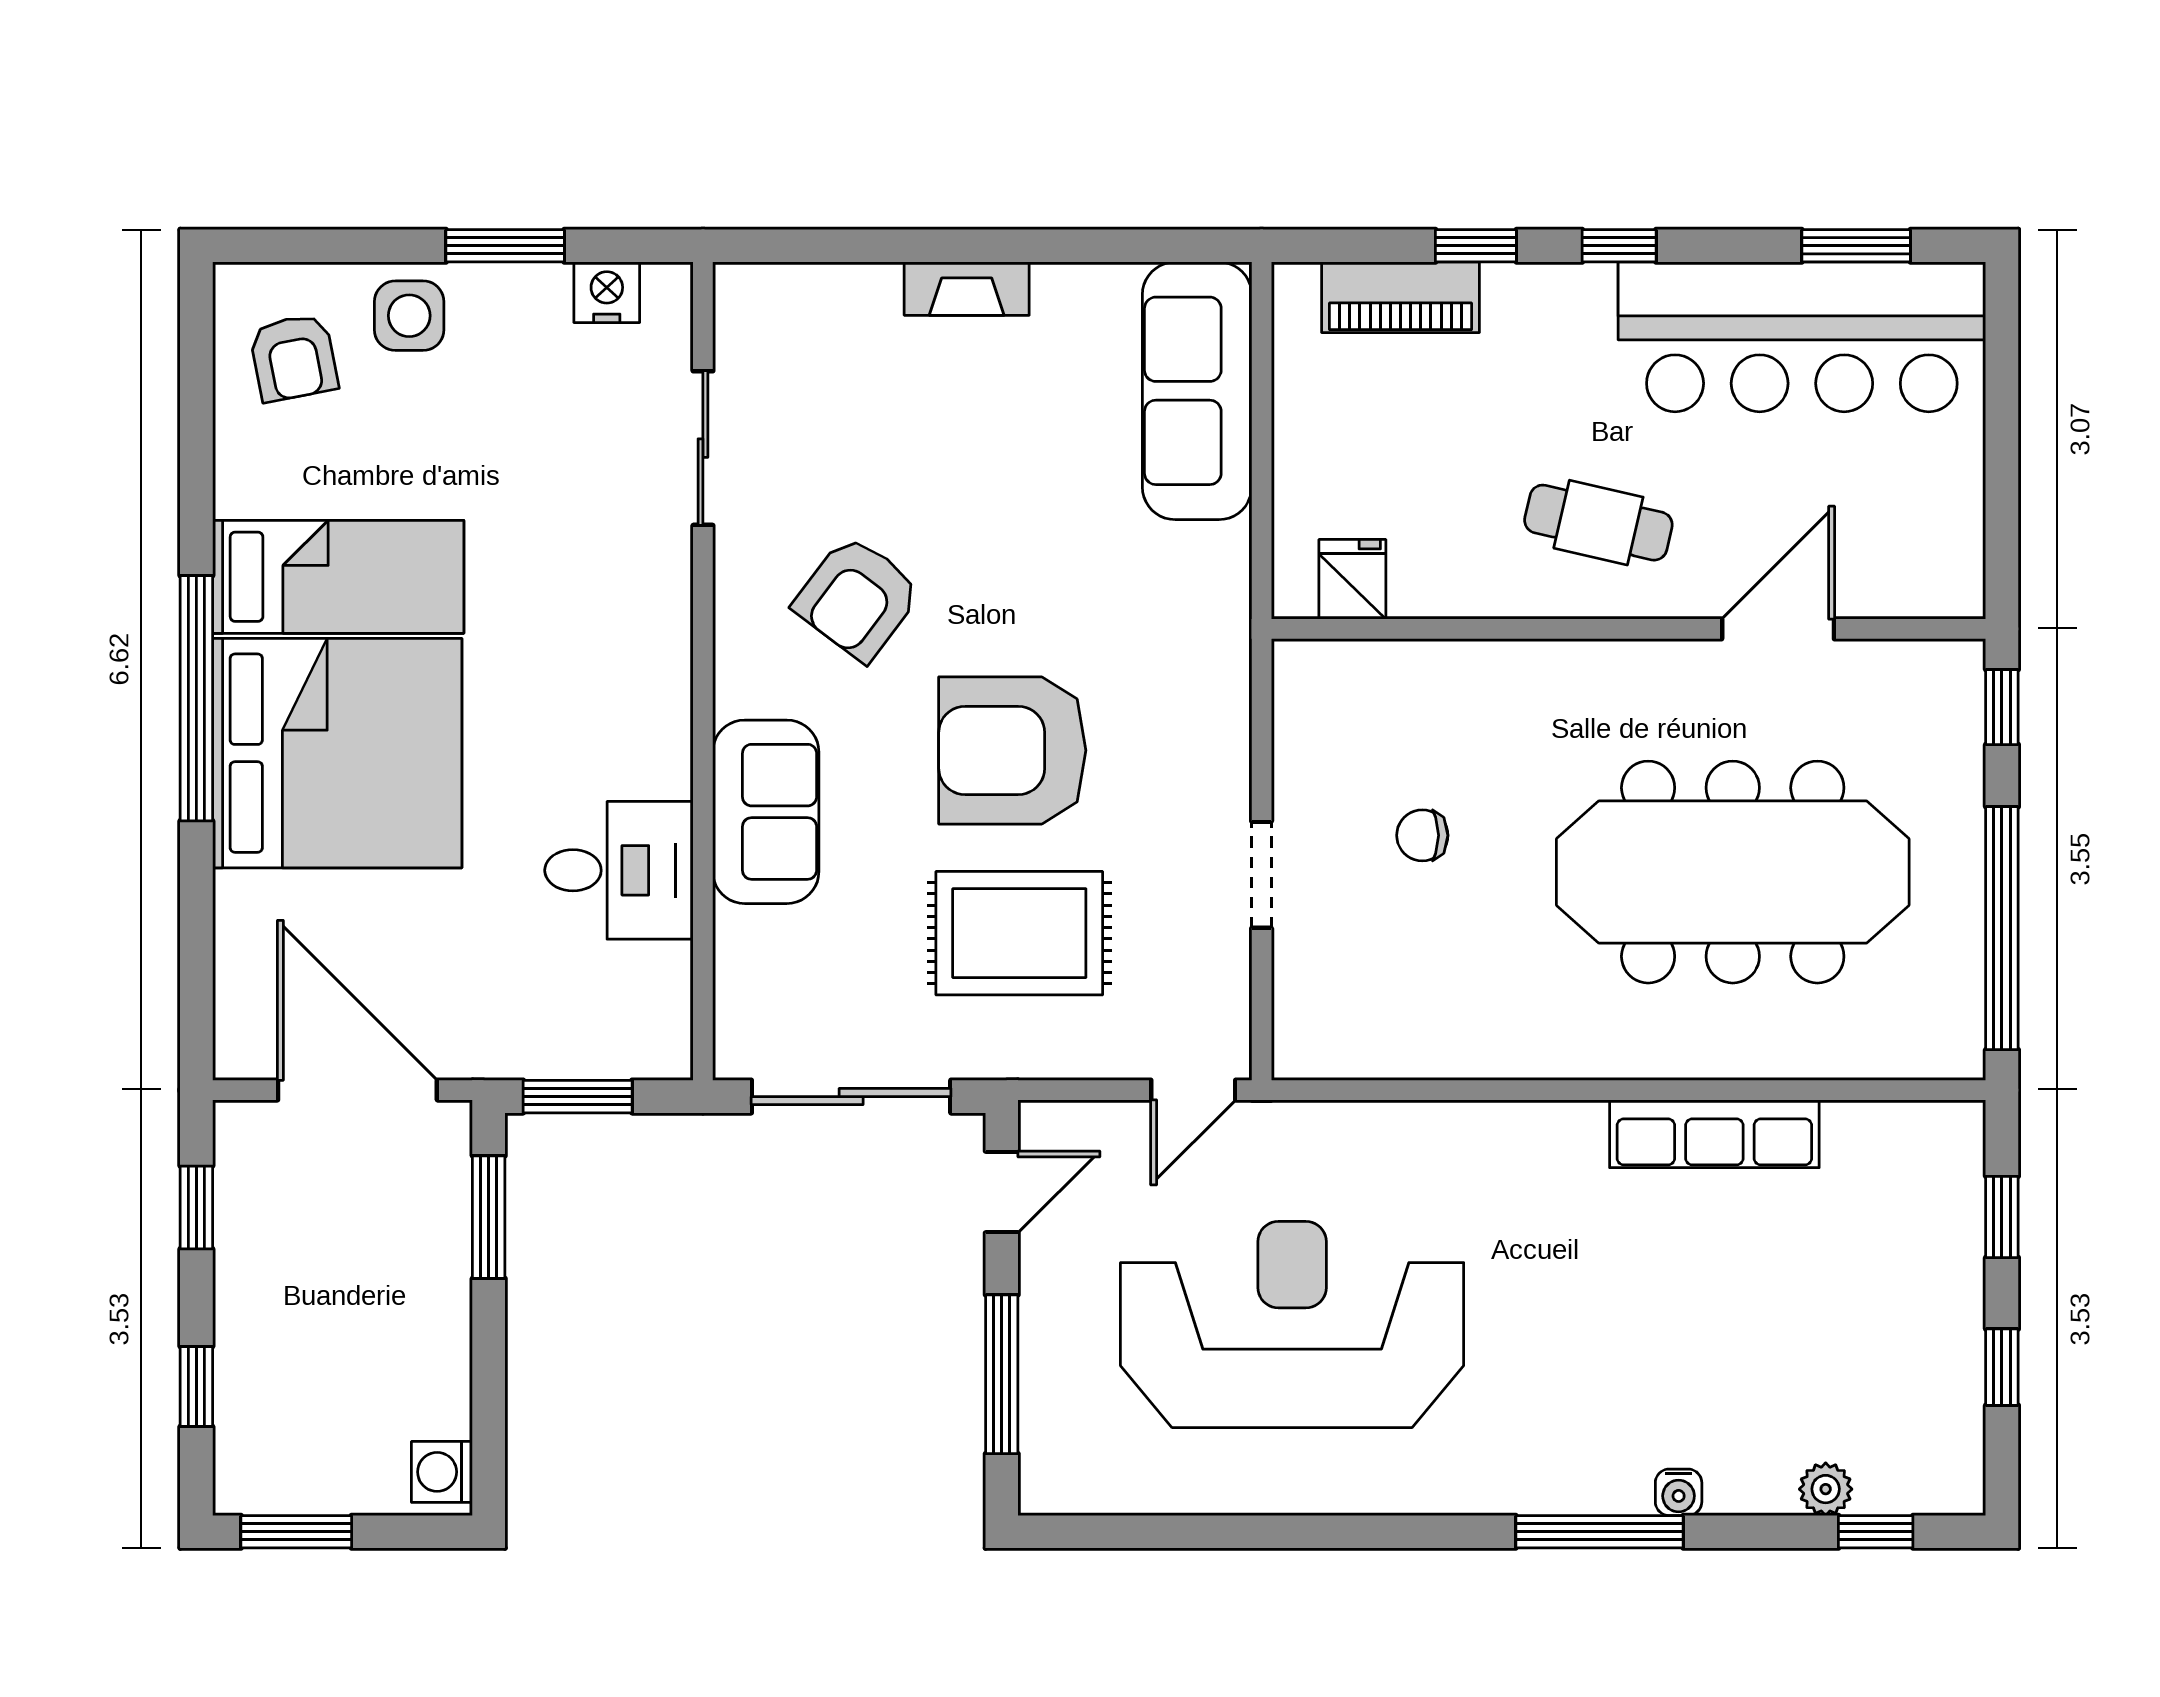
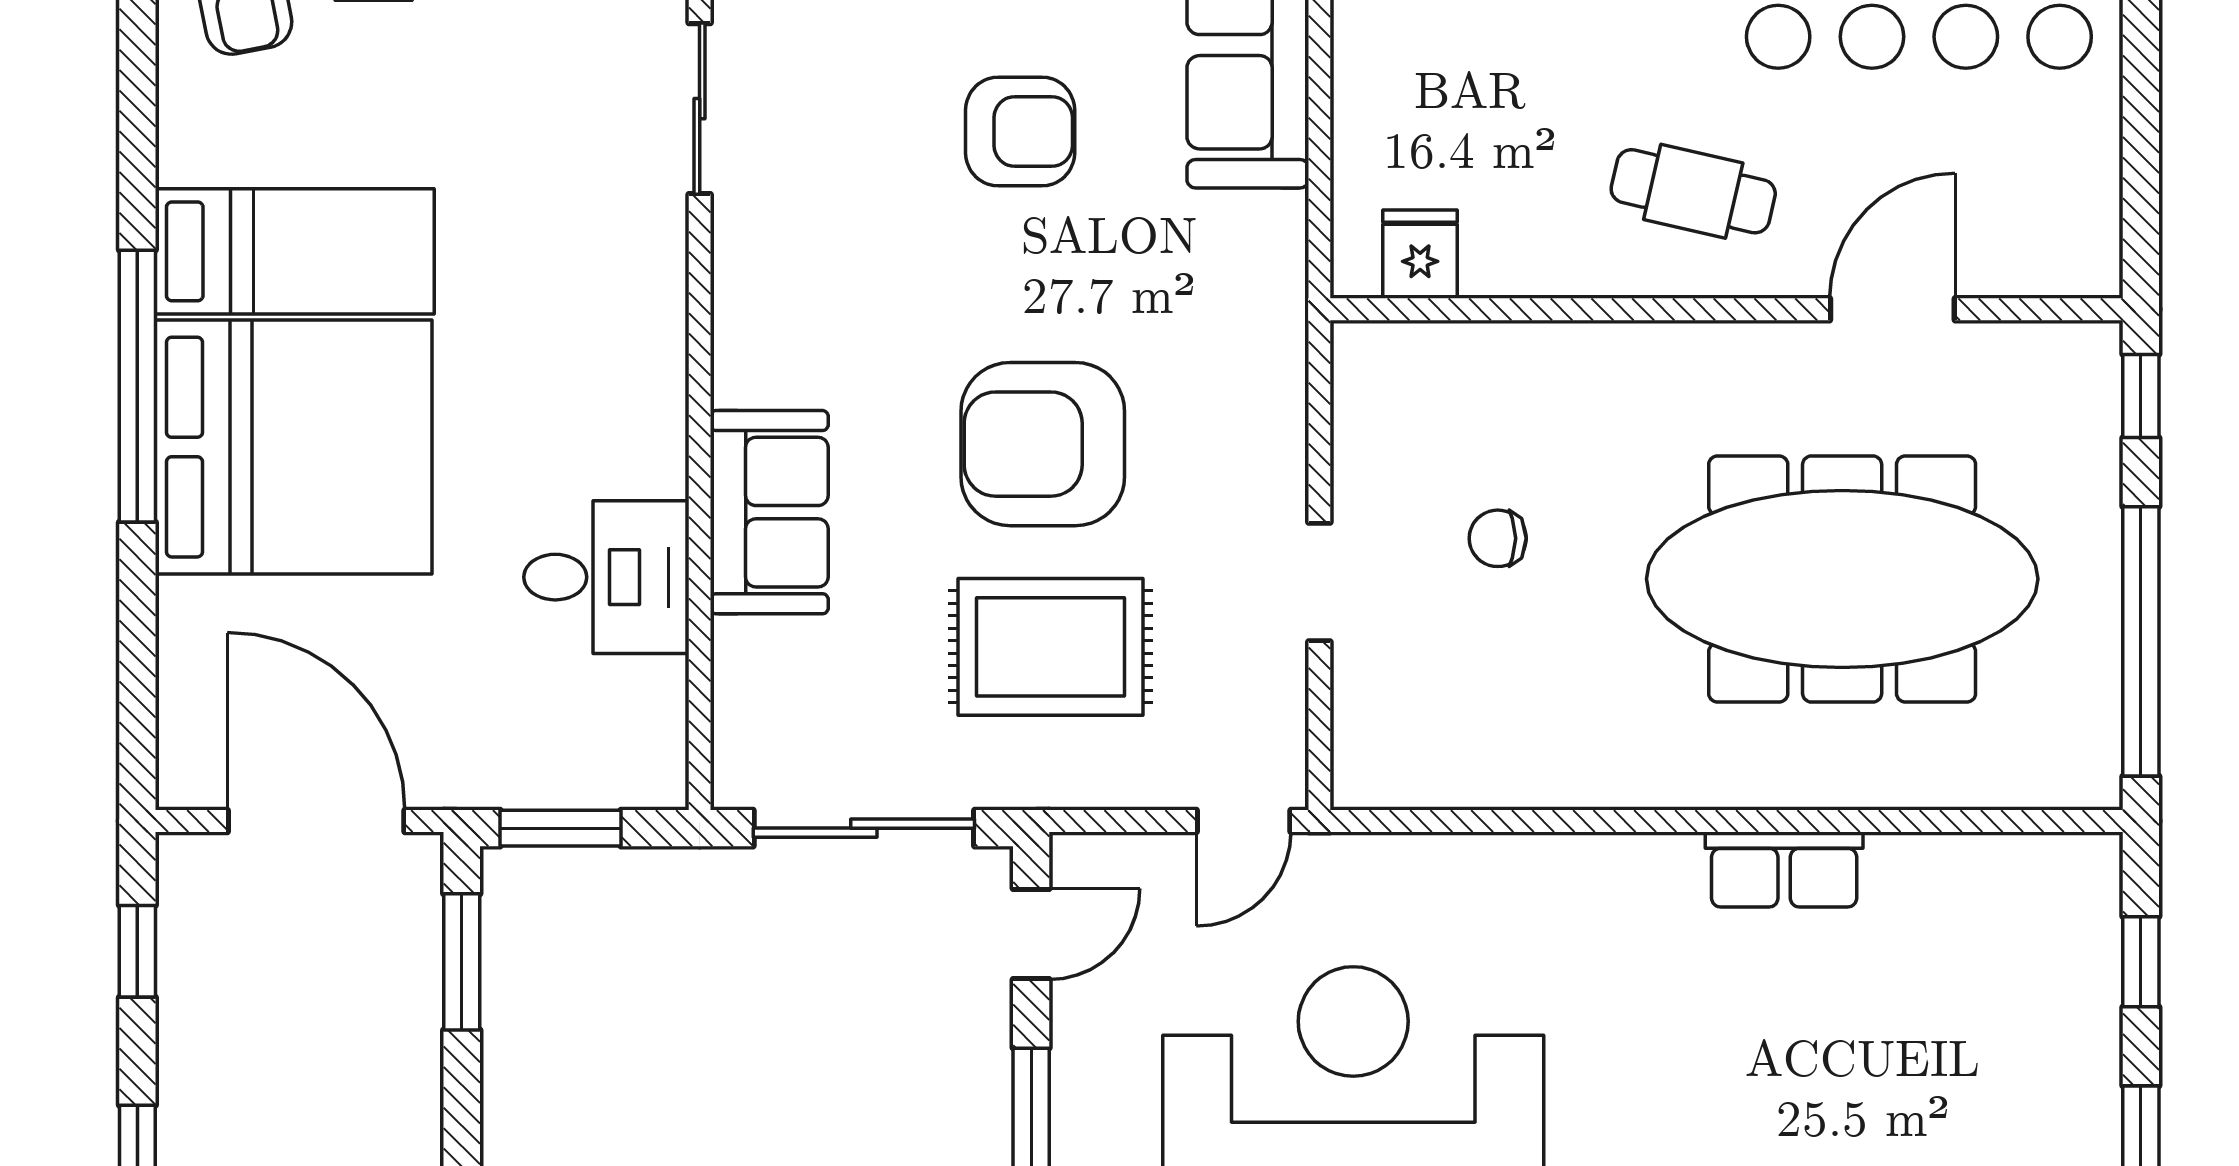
armchair: (857, 598) -> (1020, 132), moved, turned -127
row of seats: (1714, 1134) -> (1784, 869), width x0.68

